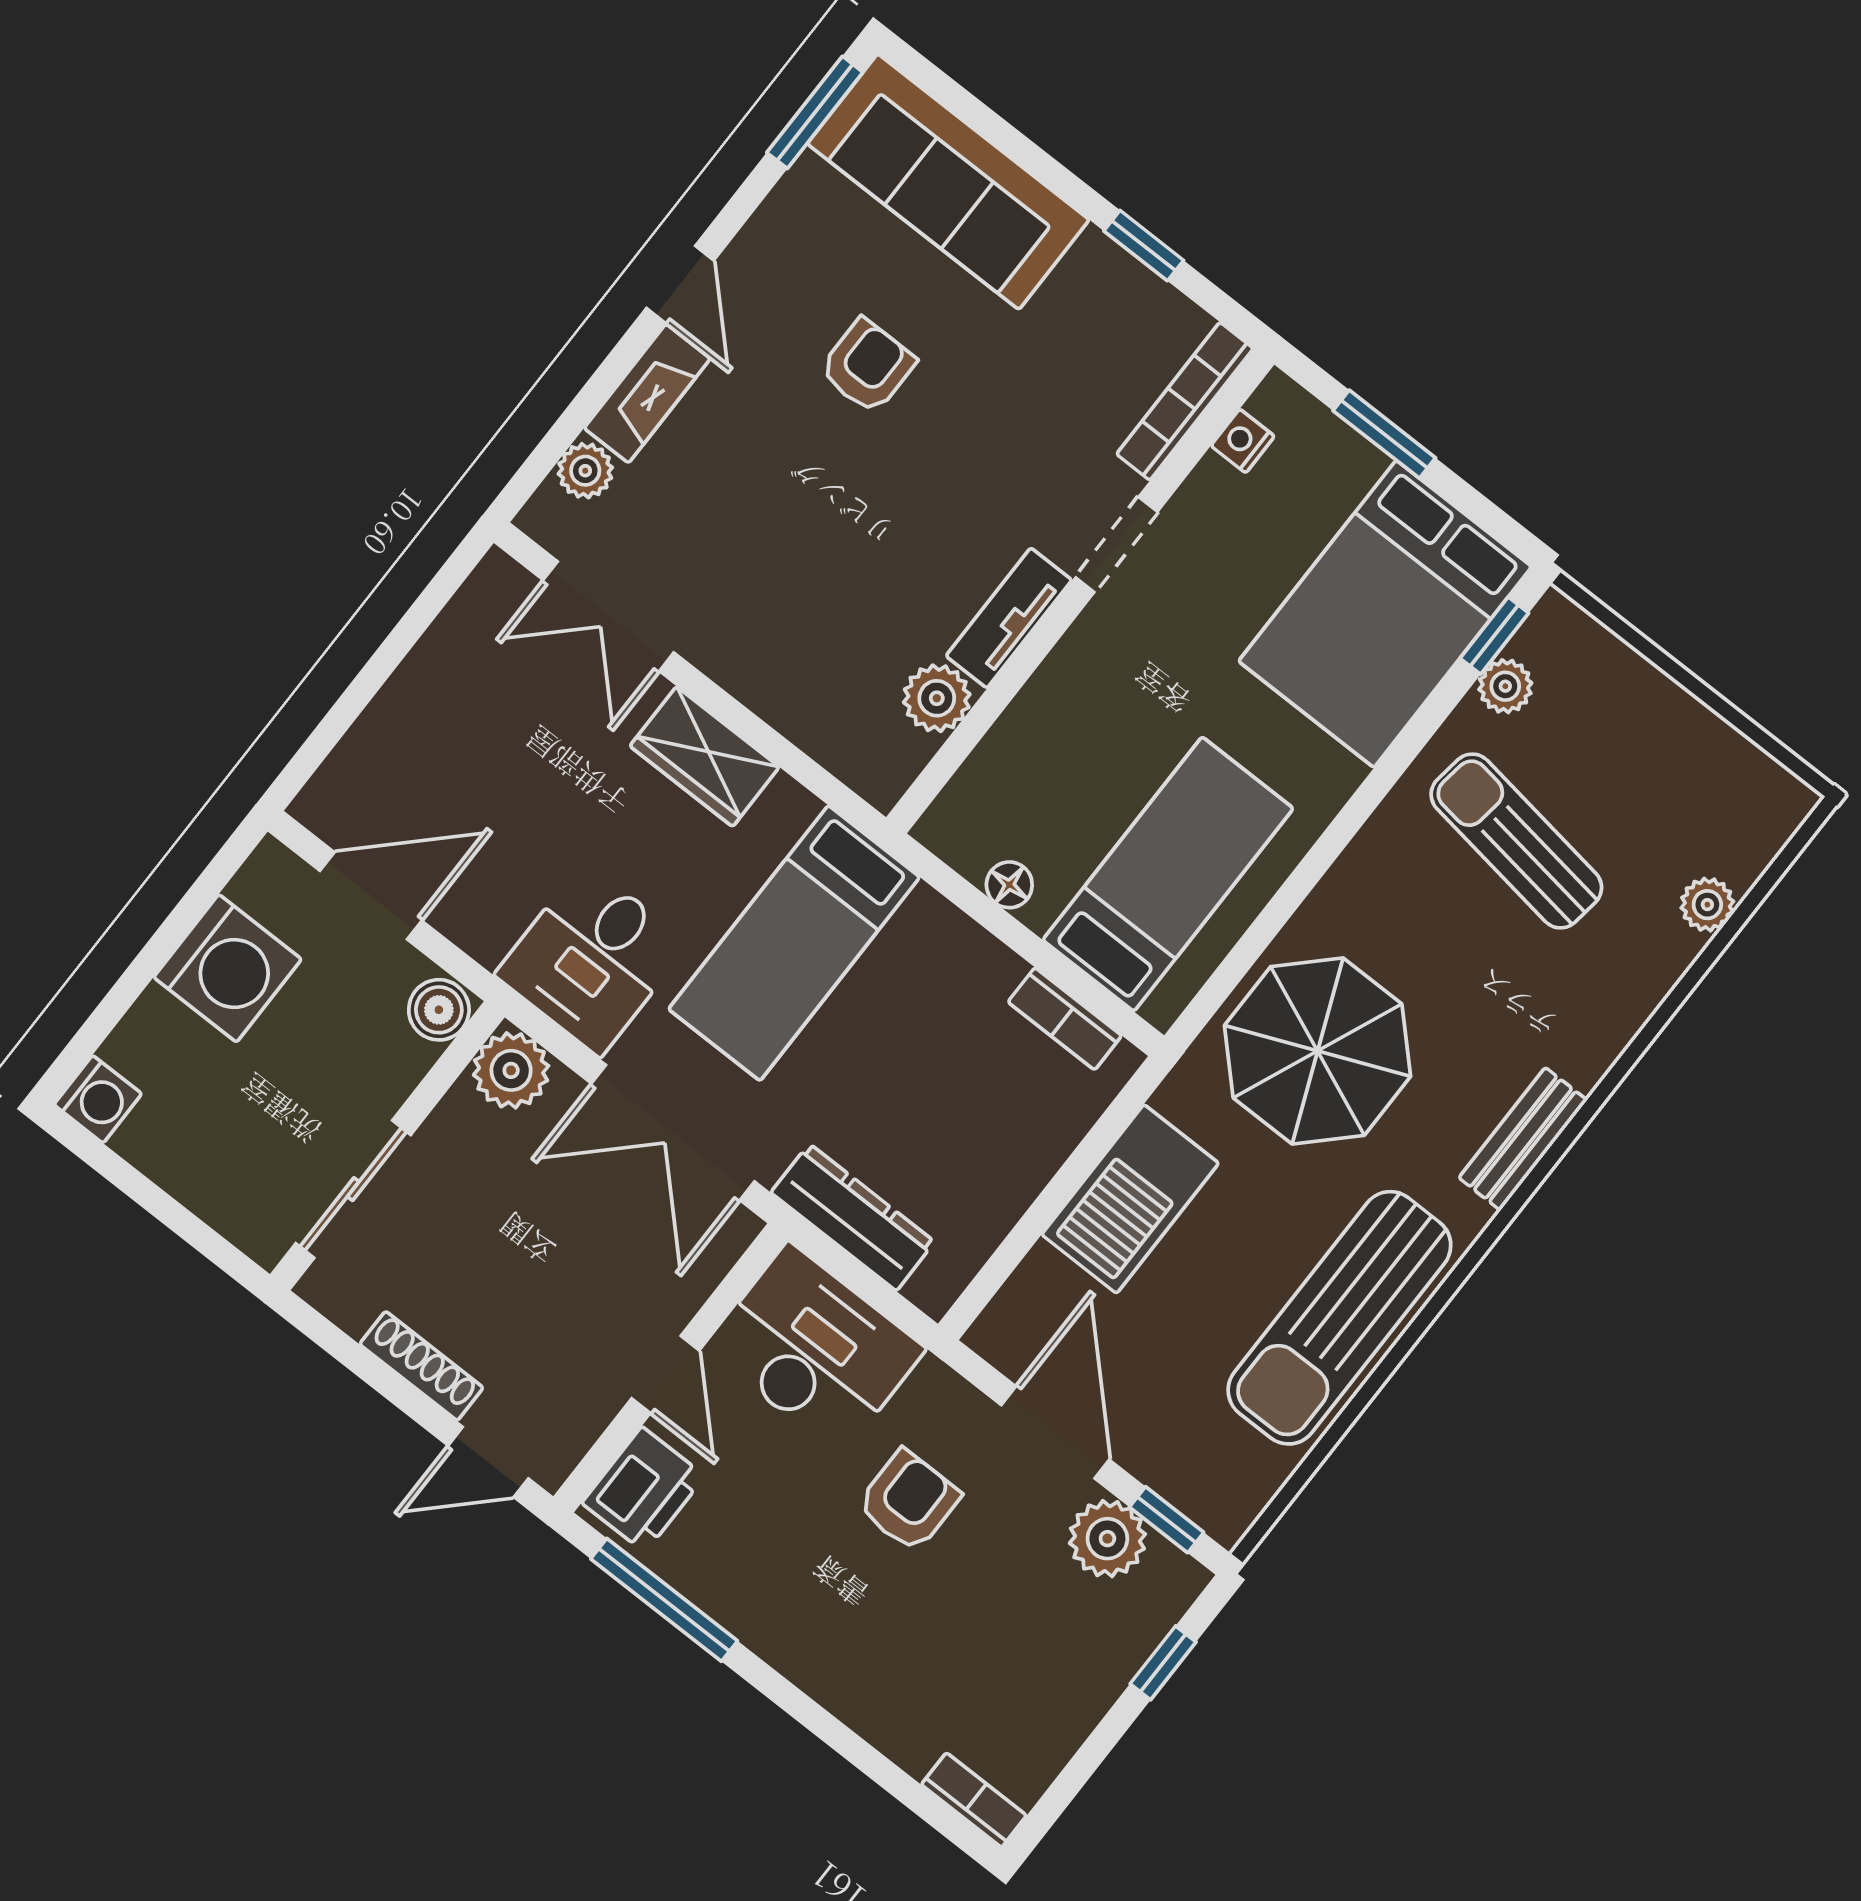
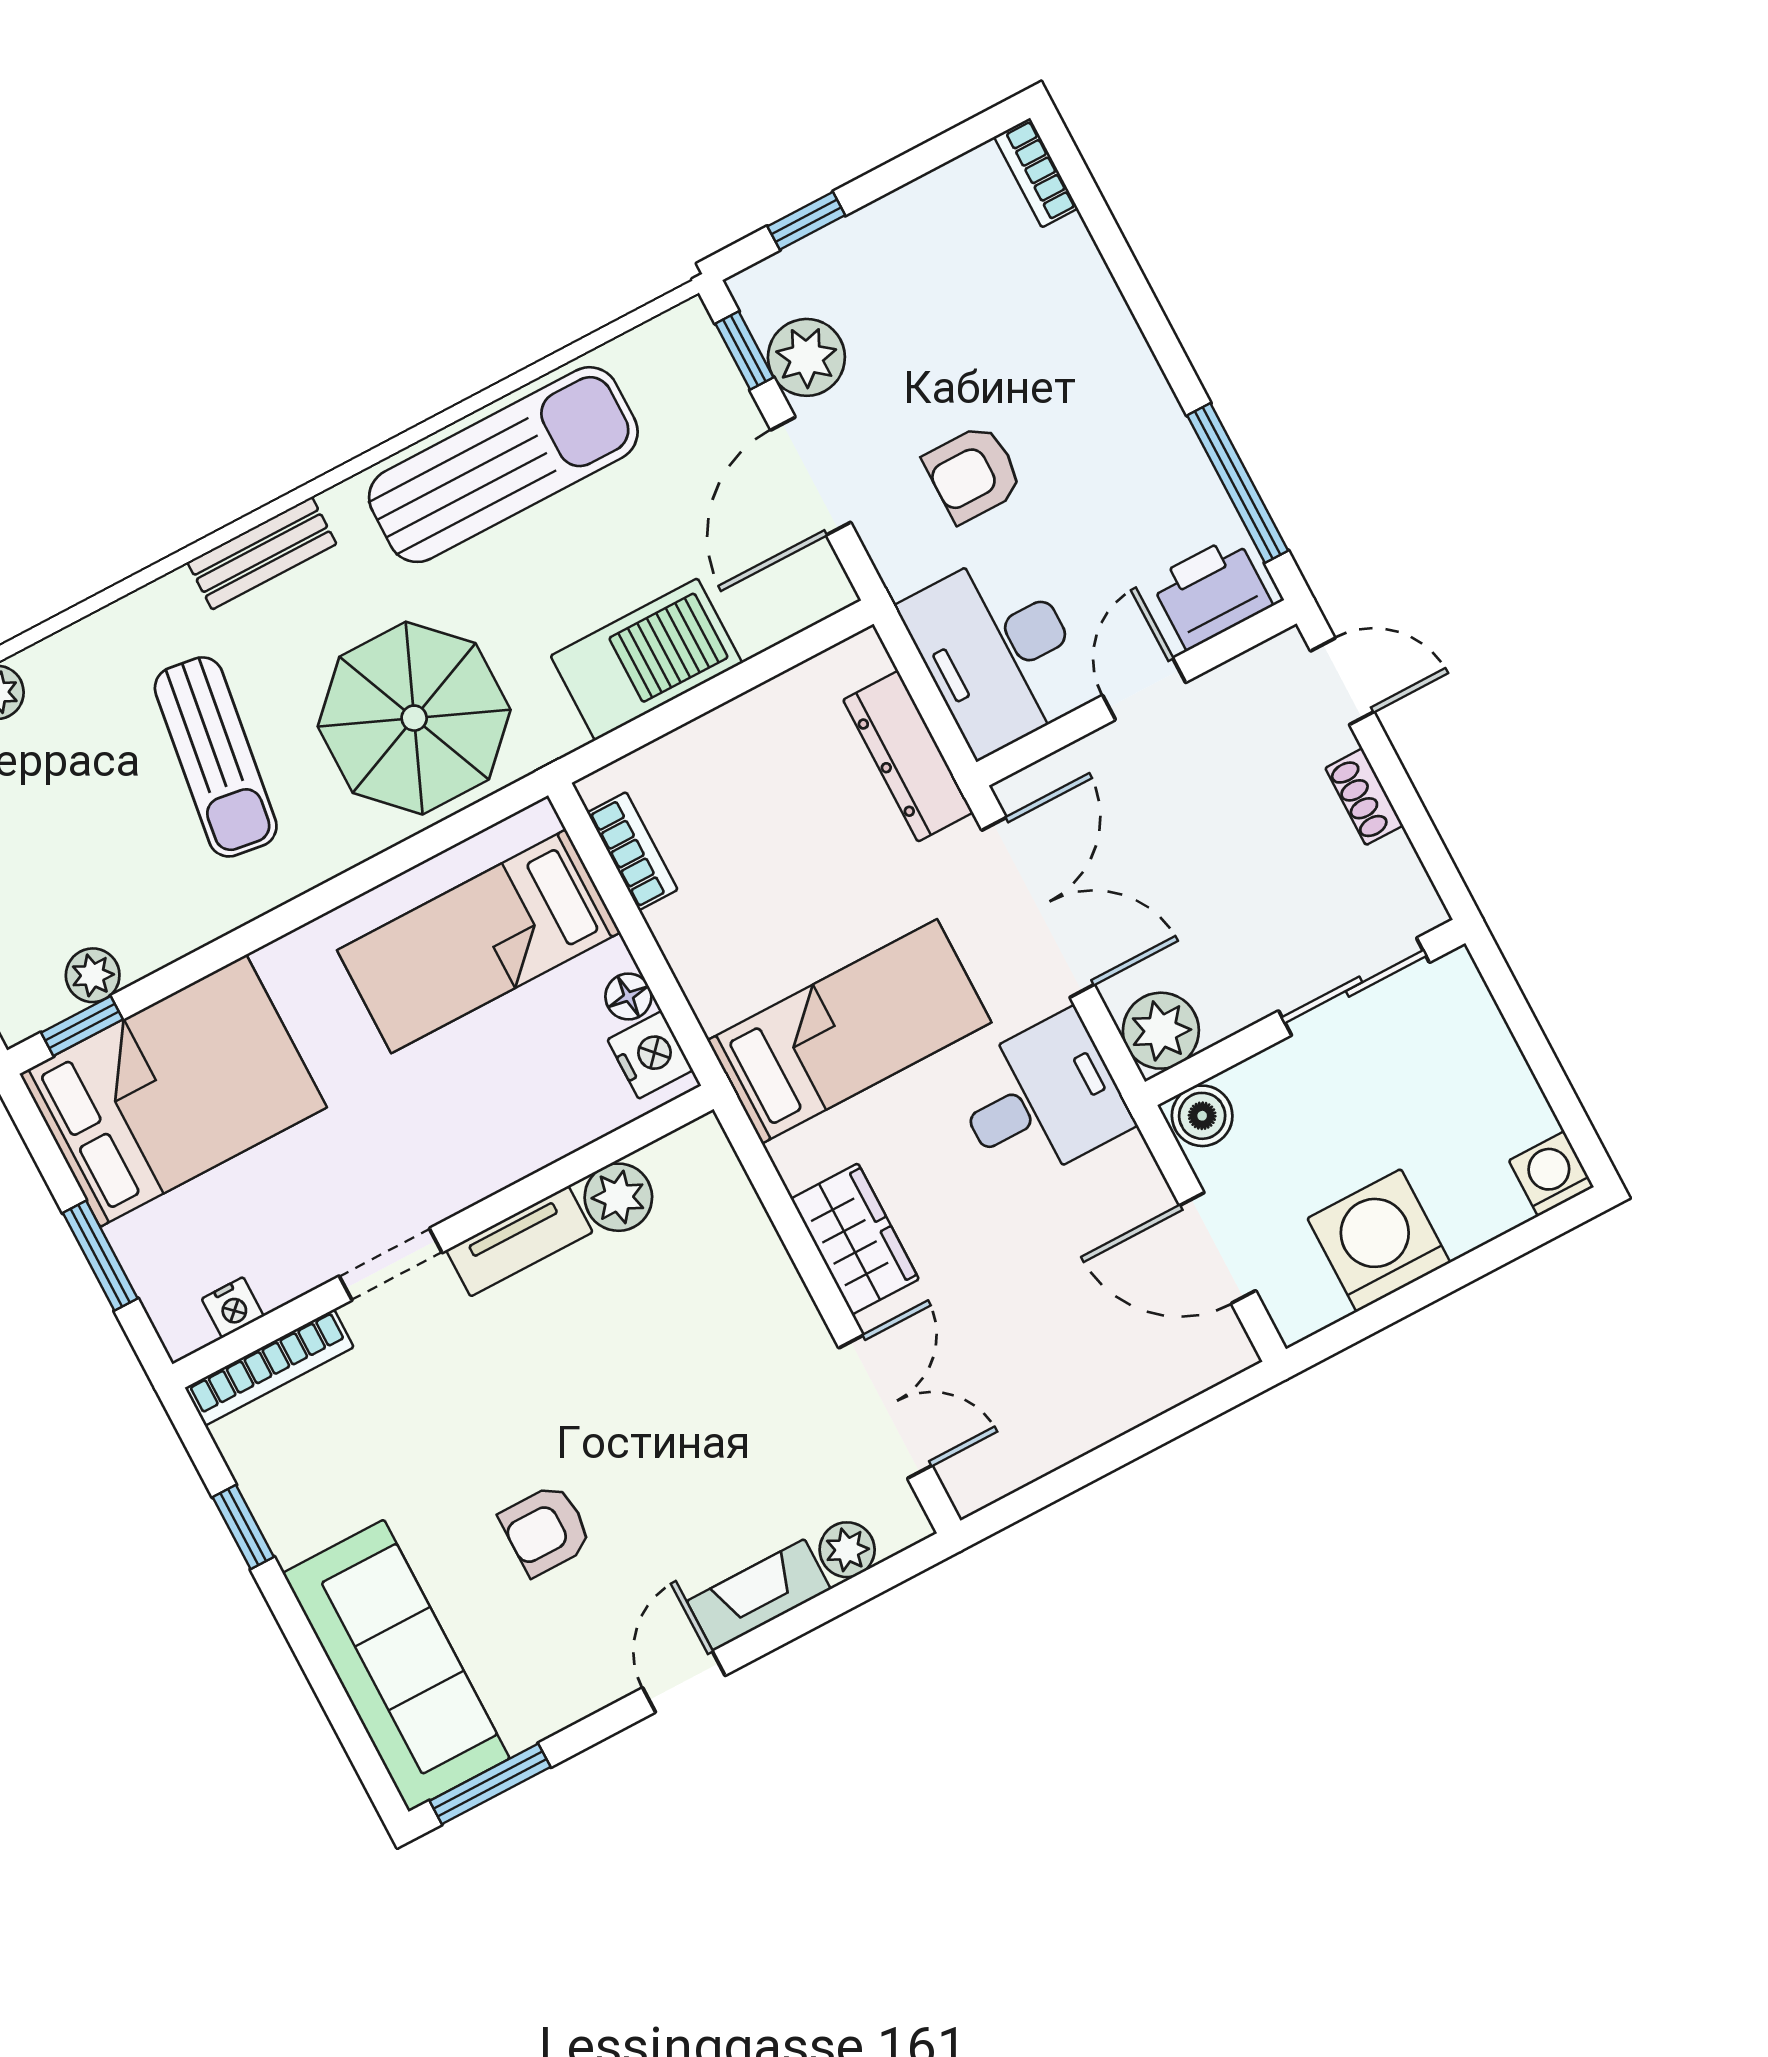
nightstand: (966, 841) -> (650, 1055), added
sun lounger: (1516, 841) -> (216, 757), moved
shoe rack: (421, 1366) -> (1364, 797), width x0.70

